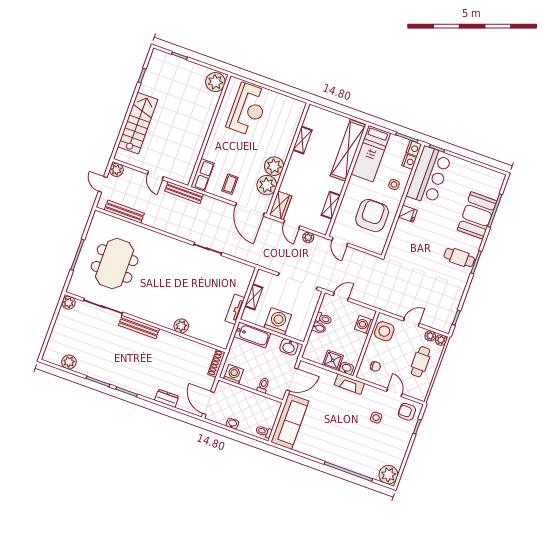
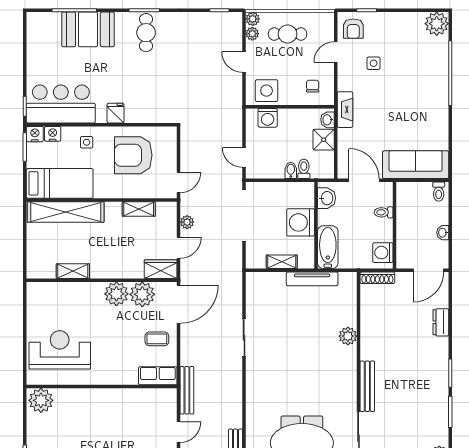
tv unit: (235, 309) -> (312, 279), width x1.41
toilet: (323, 319) -> (304, 169), moved

